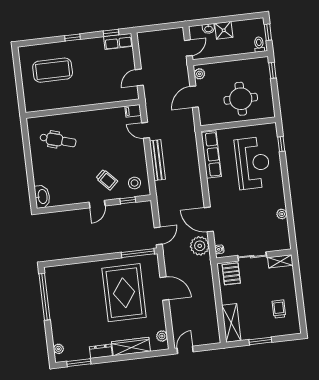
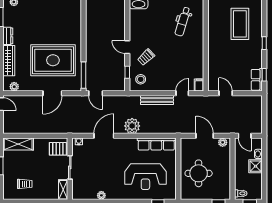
plant: (200, 246) -> (132, 126), moved

